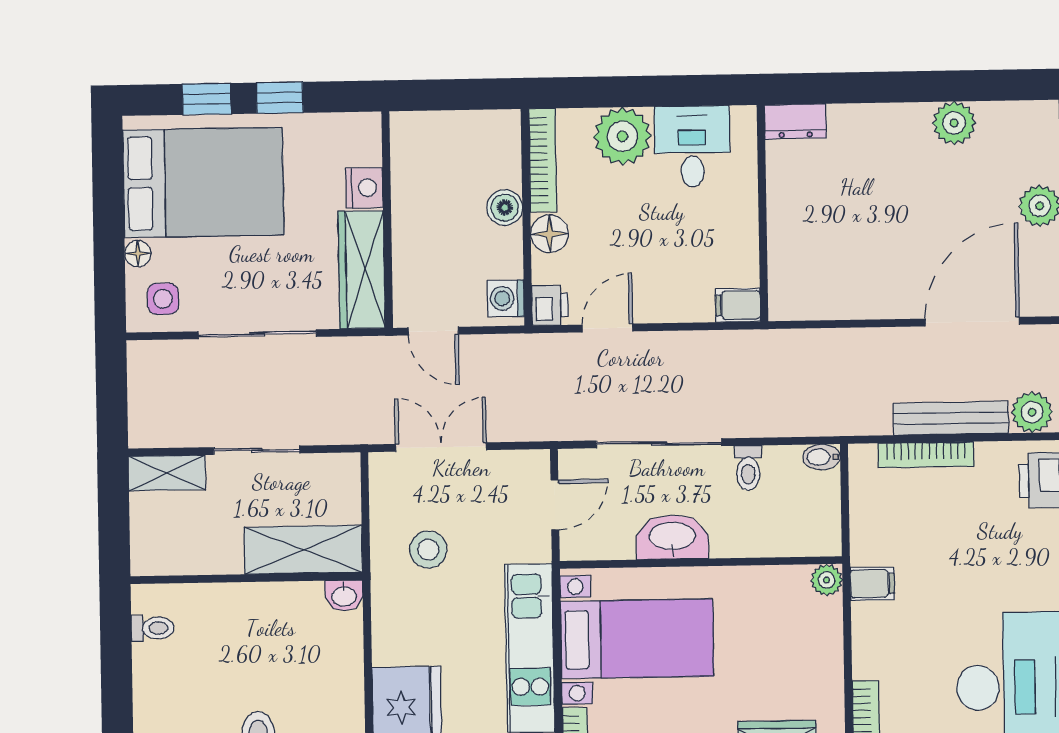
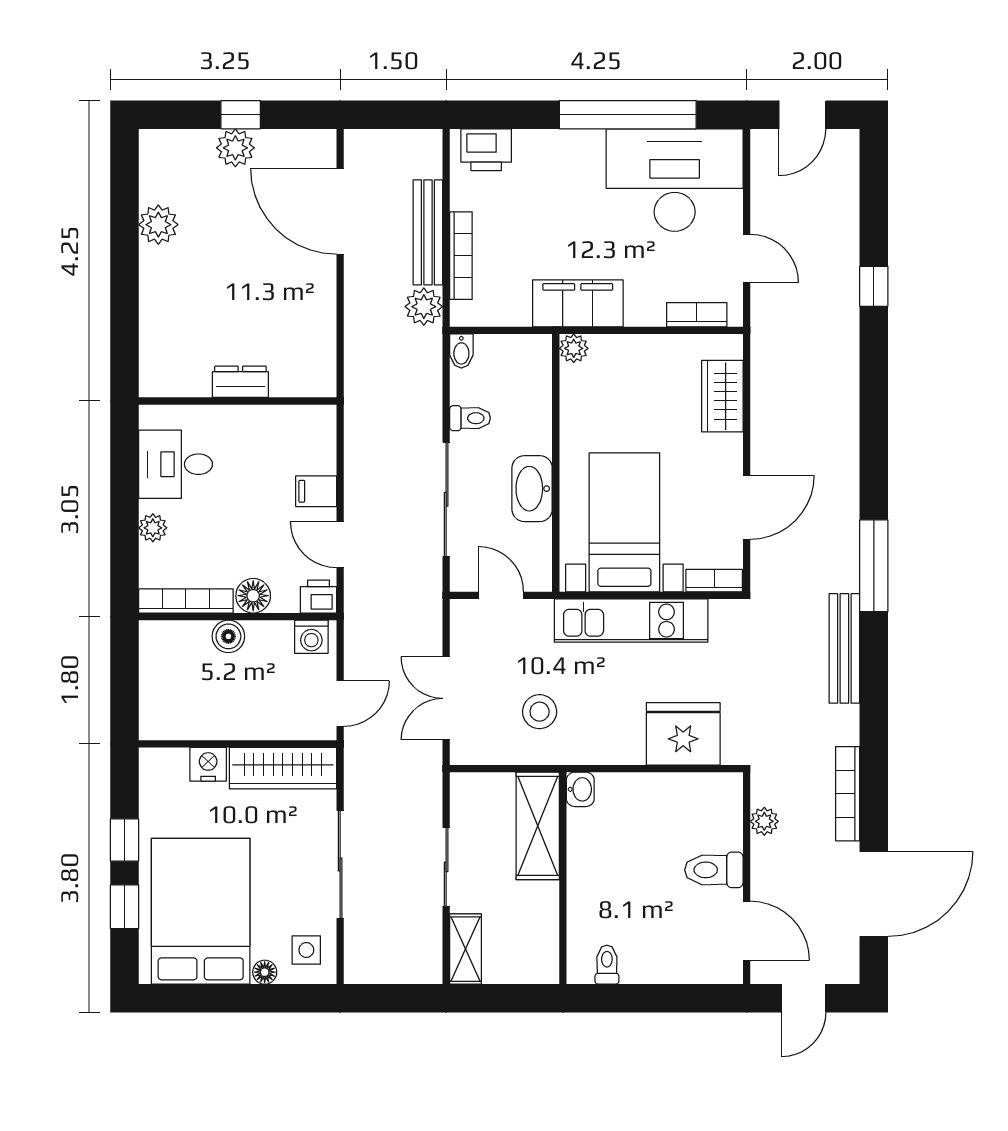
dresser: (795, 121) -> (240, 382), moved, turned -90
plant: (622, 136) -> (153, 528), width x0.53, depth x0.53
filing cabinet: (738, 305) -> (316, 491), moved, turned 90
plant: (1032, 412) -> (424, 307), moved
filing cabinet: (872, 584) -> (578, 303), width x3.00, depth x1.17

